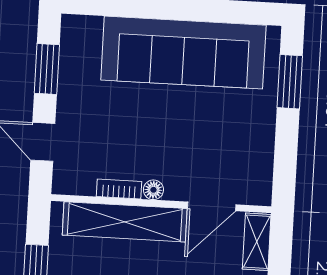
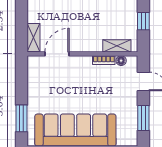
floor lamp: (153, 190) -> (121, 61), moved
shelving: (125, 222) -> (117, 46), width x0.45, depth x0.75

